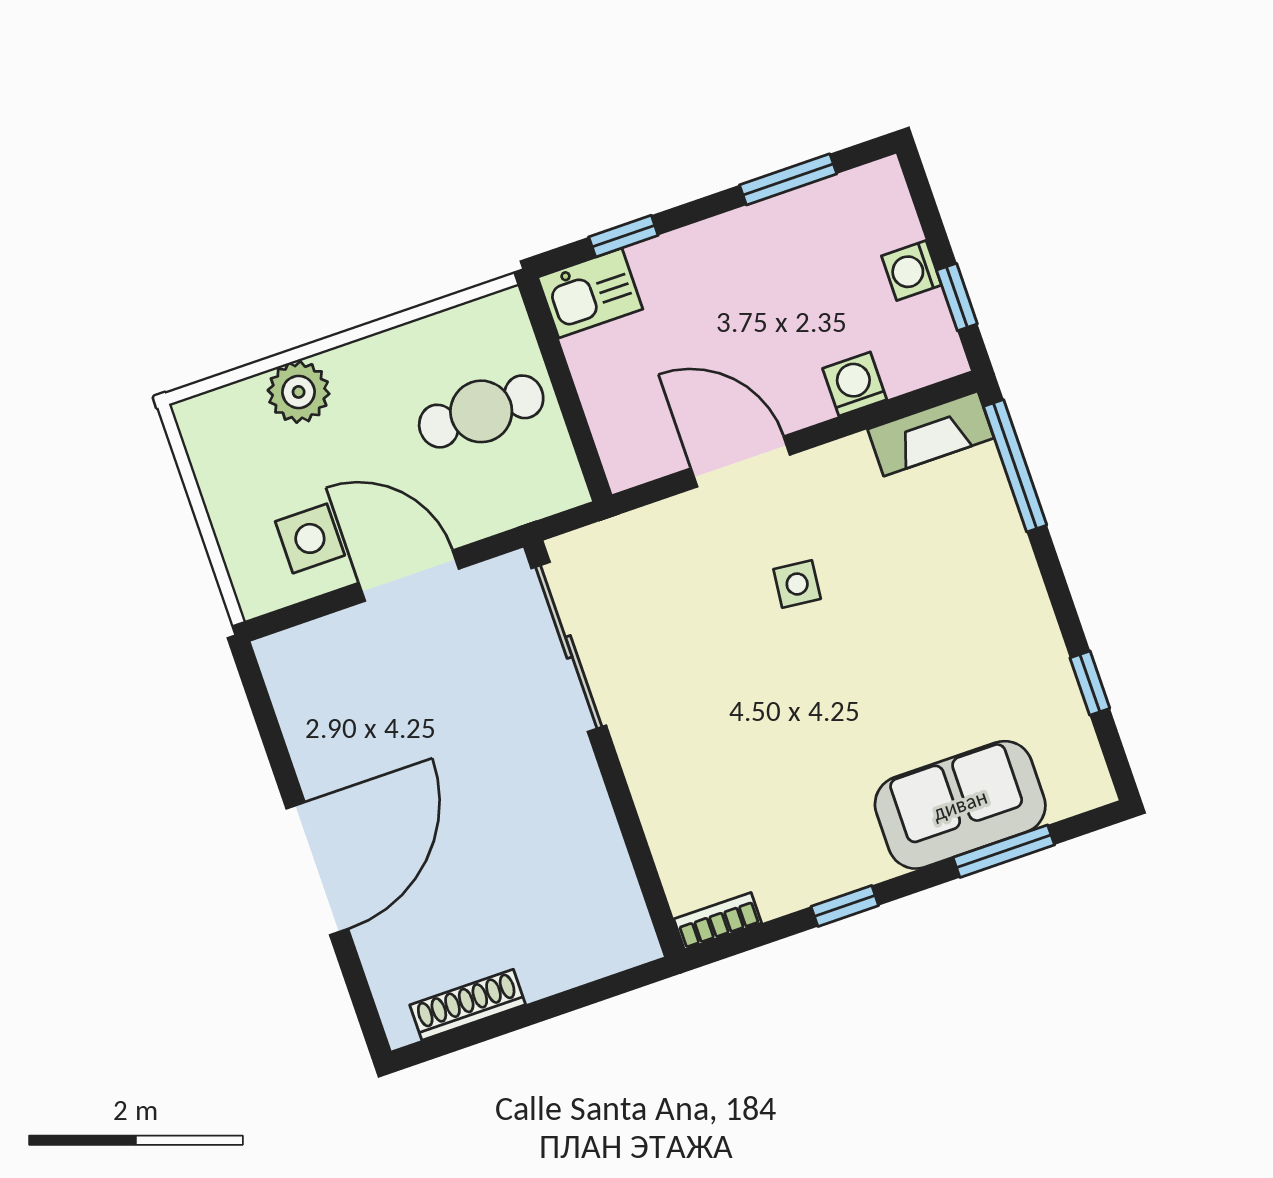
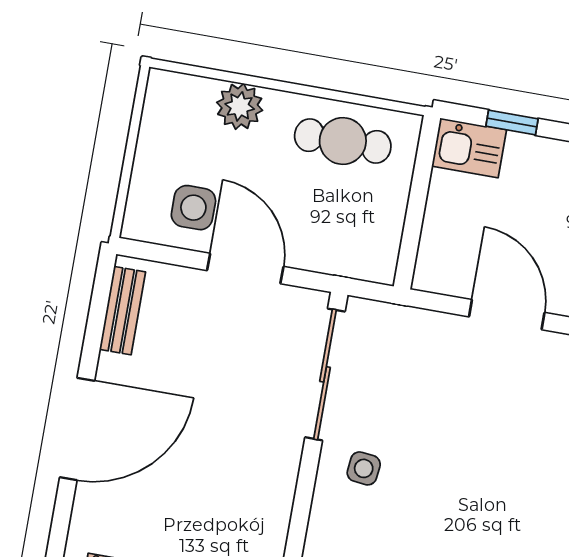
cafe table: (481, 411) -> (343, 141), moved
side table: (797, 584) -> (364, 468), moved
bench: (294, 703) -> (123, 311), added

